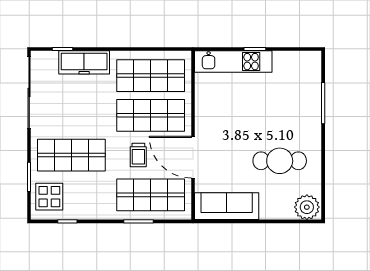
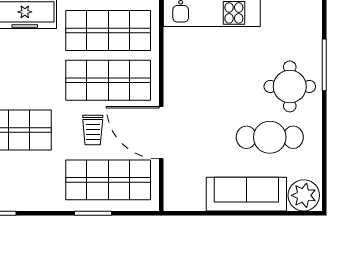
round table: (296, 120) -> (290, 86), added
sofa: (227, 206) -> (246, 194), moved

